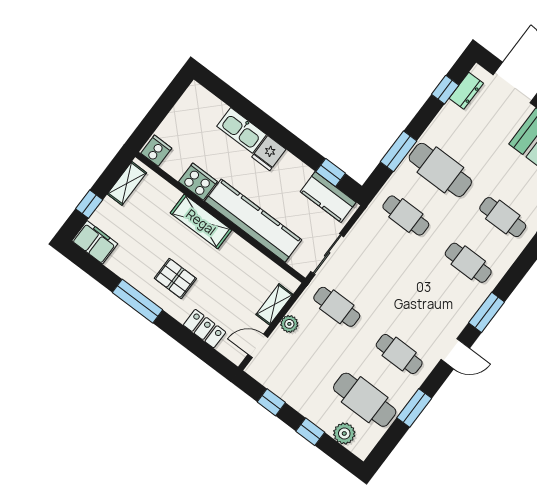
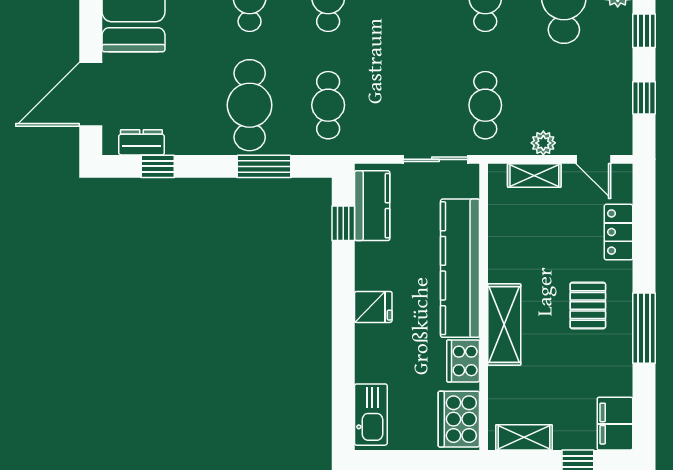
kitchen sink: (242, 130) -> (371, 415), moved
cooker: (156, 151) -> (459, 419), width x1.87, depth x1.31

